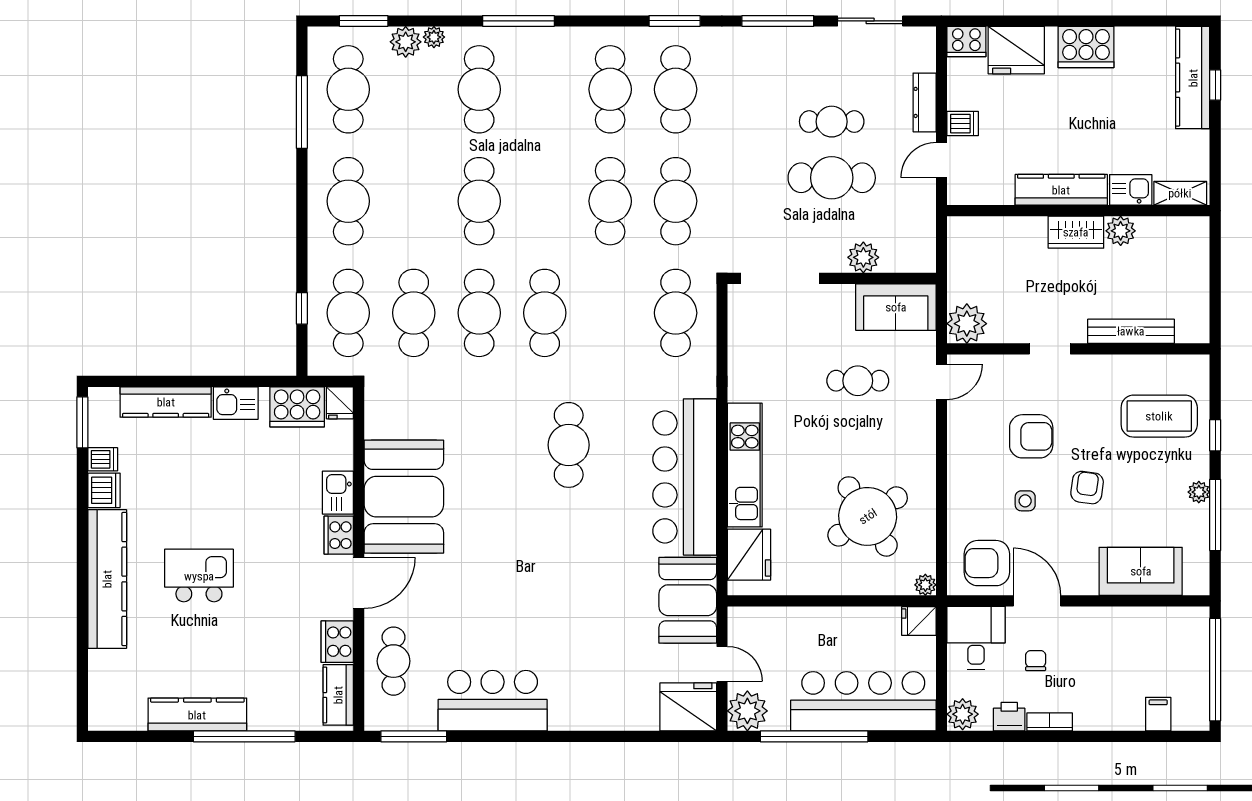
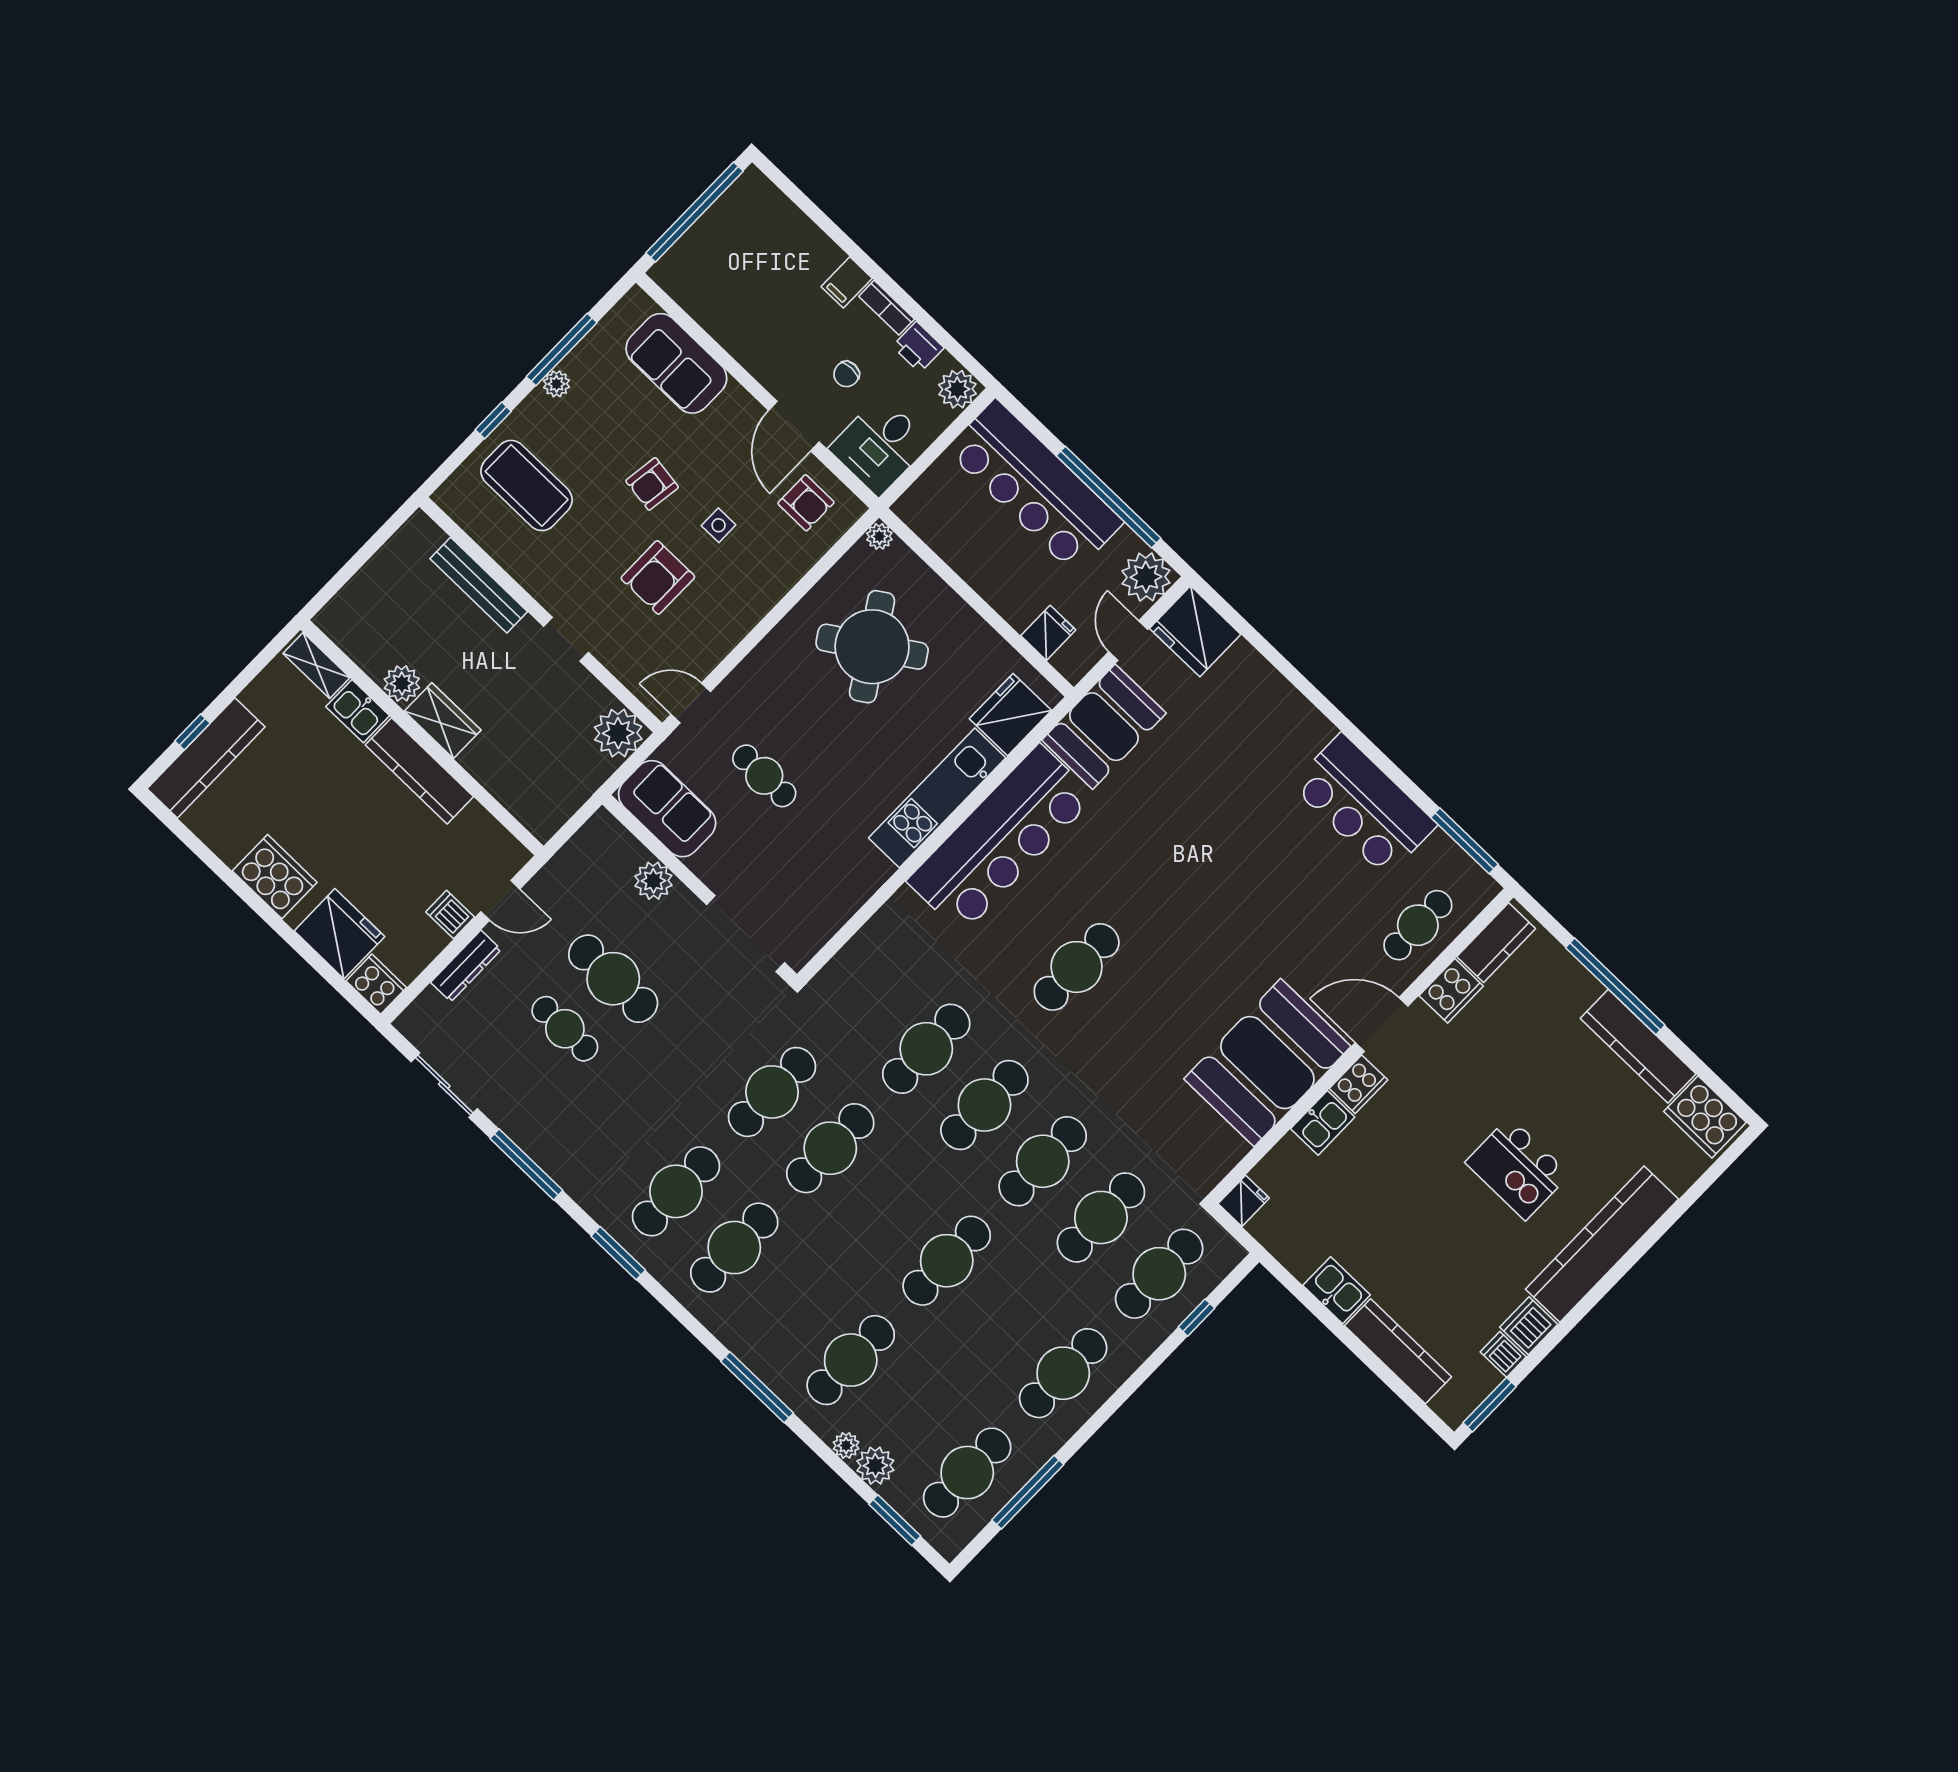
cafe table: (676, 313) -> (926, 1049), moved
cooker: (297, 407) -> (1705, 1117), moved, turned 180
armchair: (1031, 436) -> (658, 577), turned -90
armchair: (987, 563) -> (806, 503), width x0.72, depth x0.72
fridge: (919, 621) -> (1048, 633), moved, turned -90
filing cabinet: (1158, 714) -> (847, 282), moved

